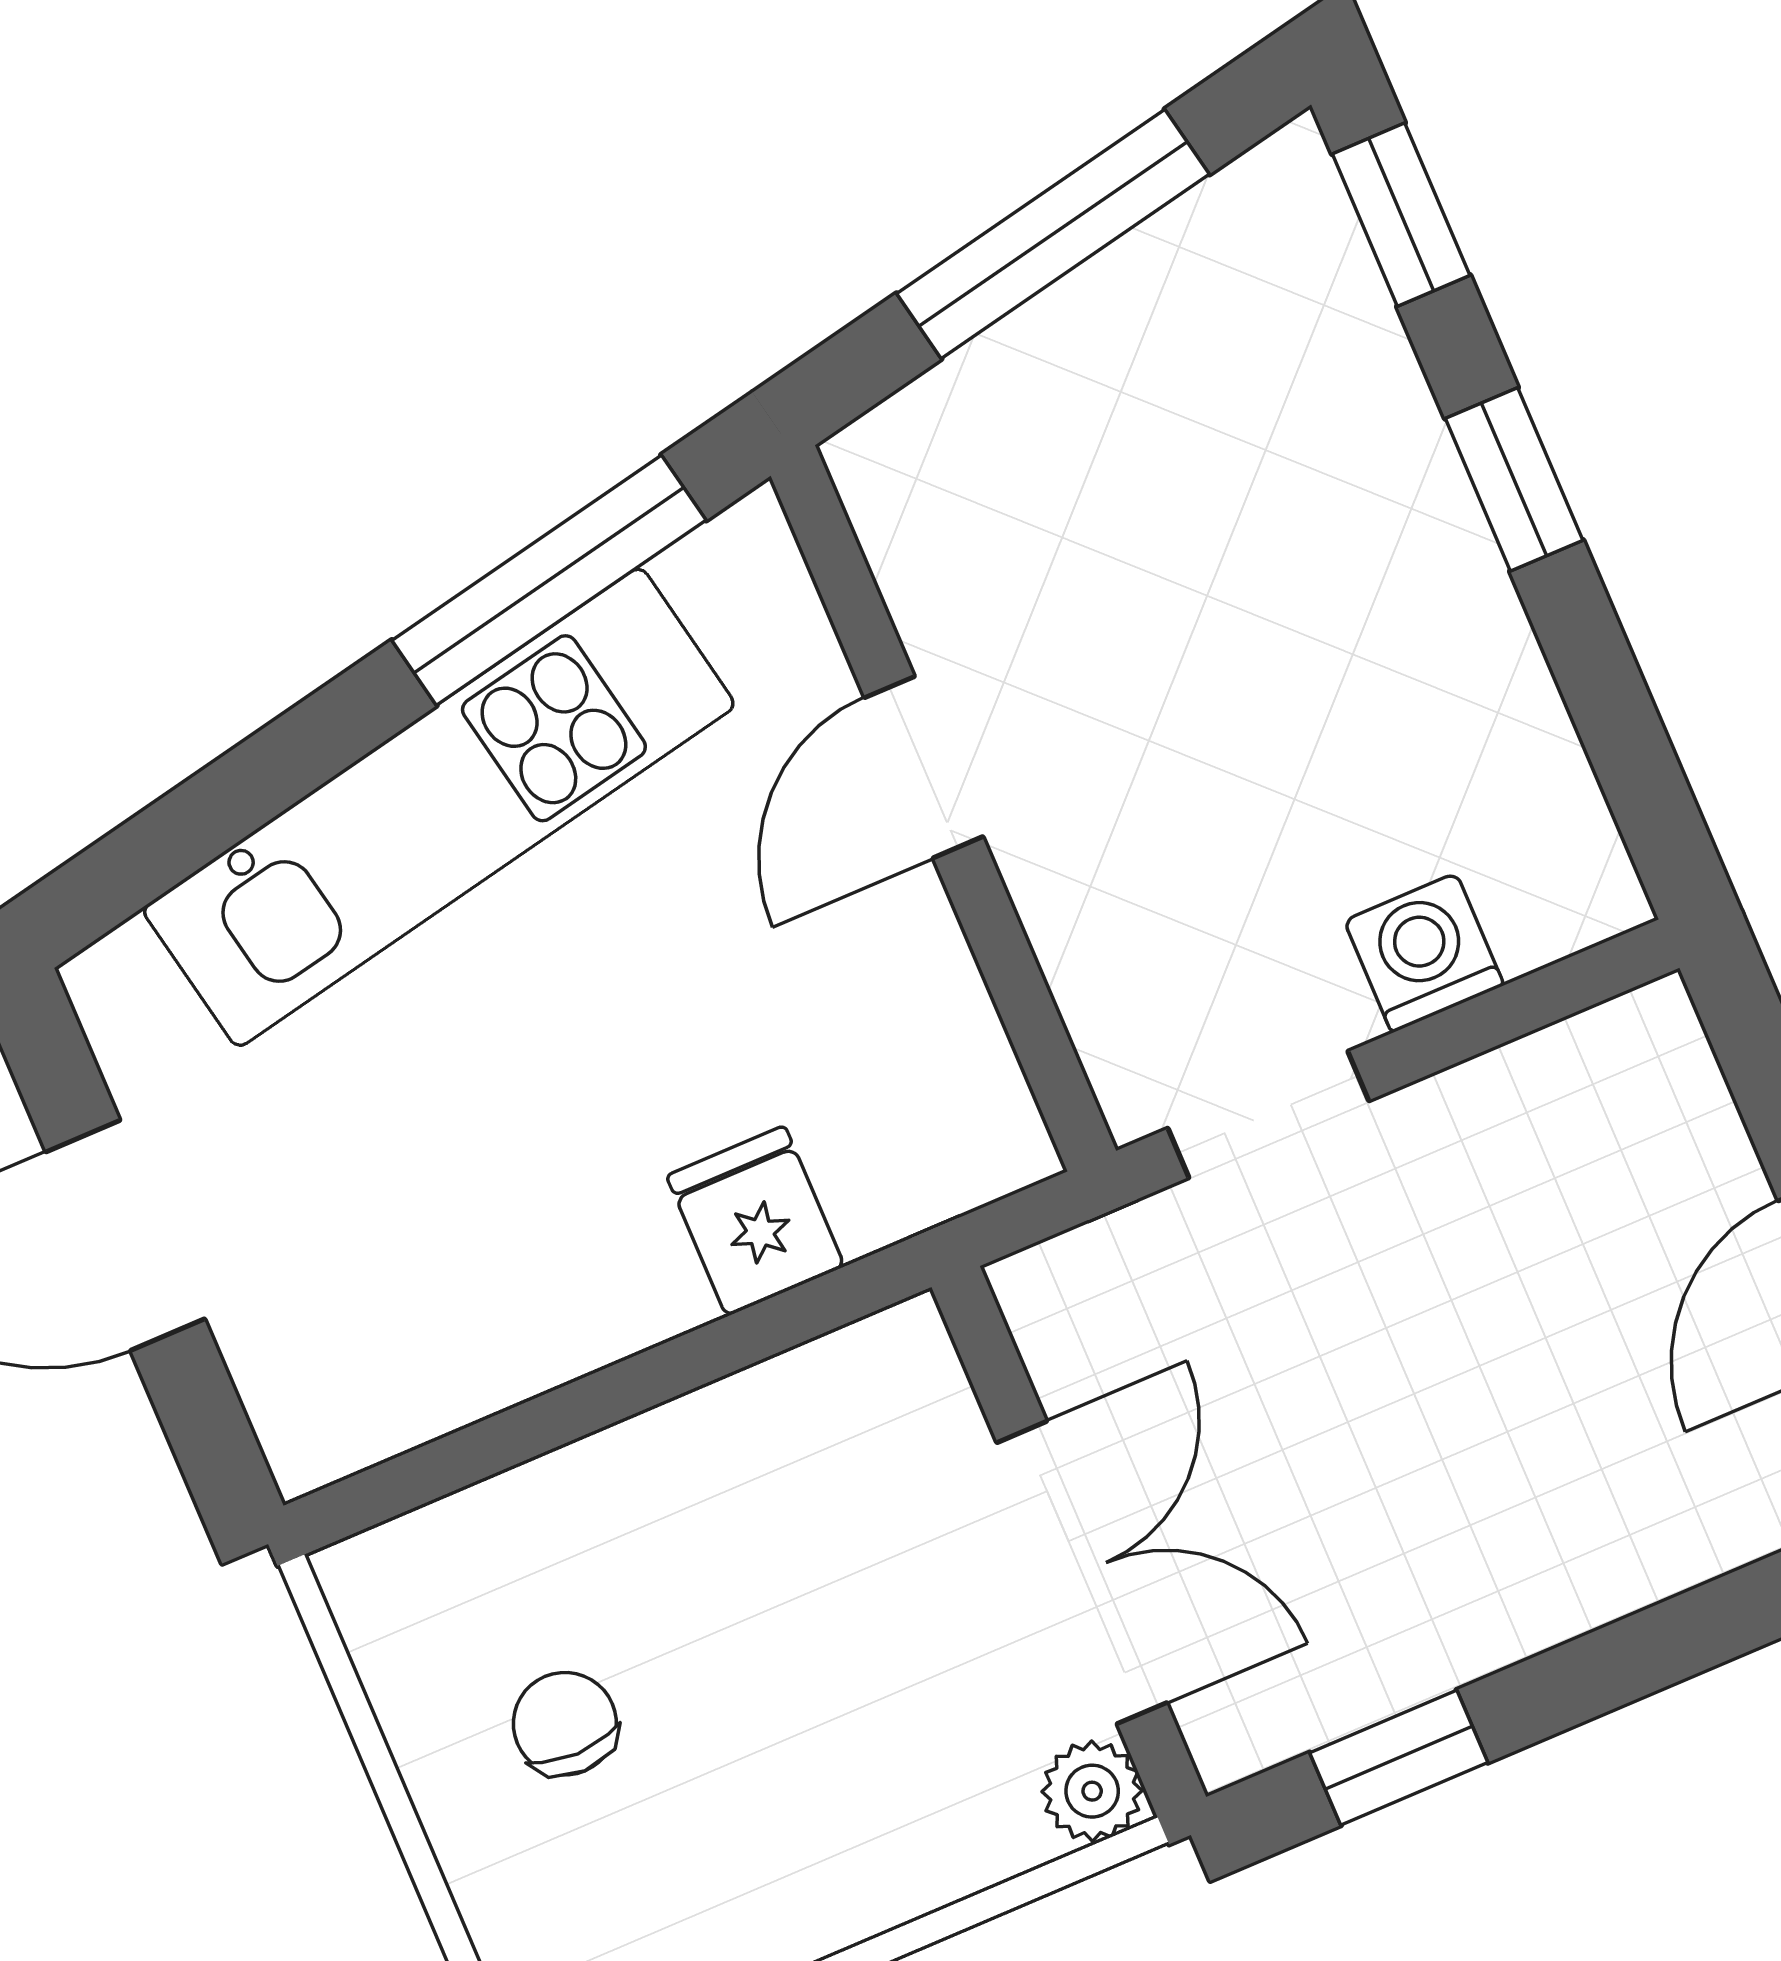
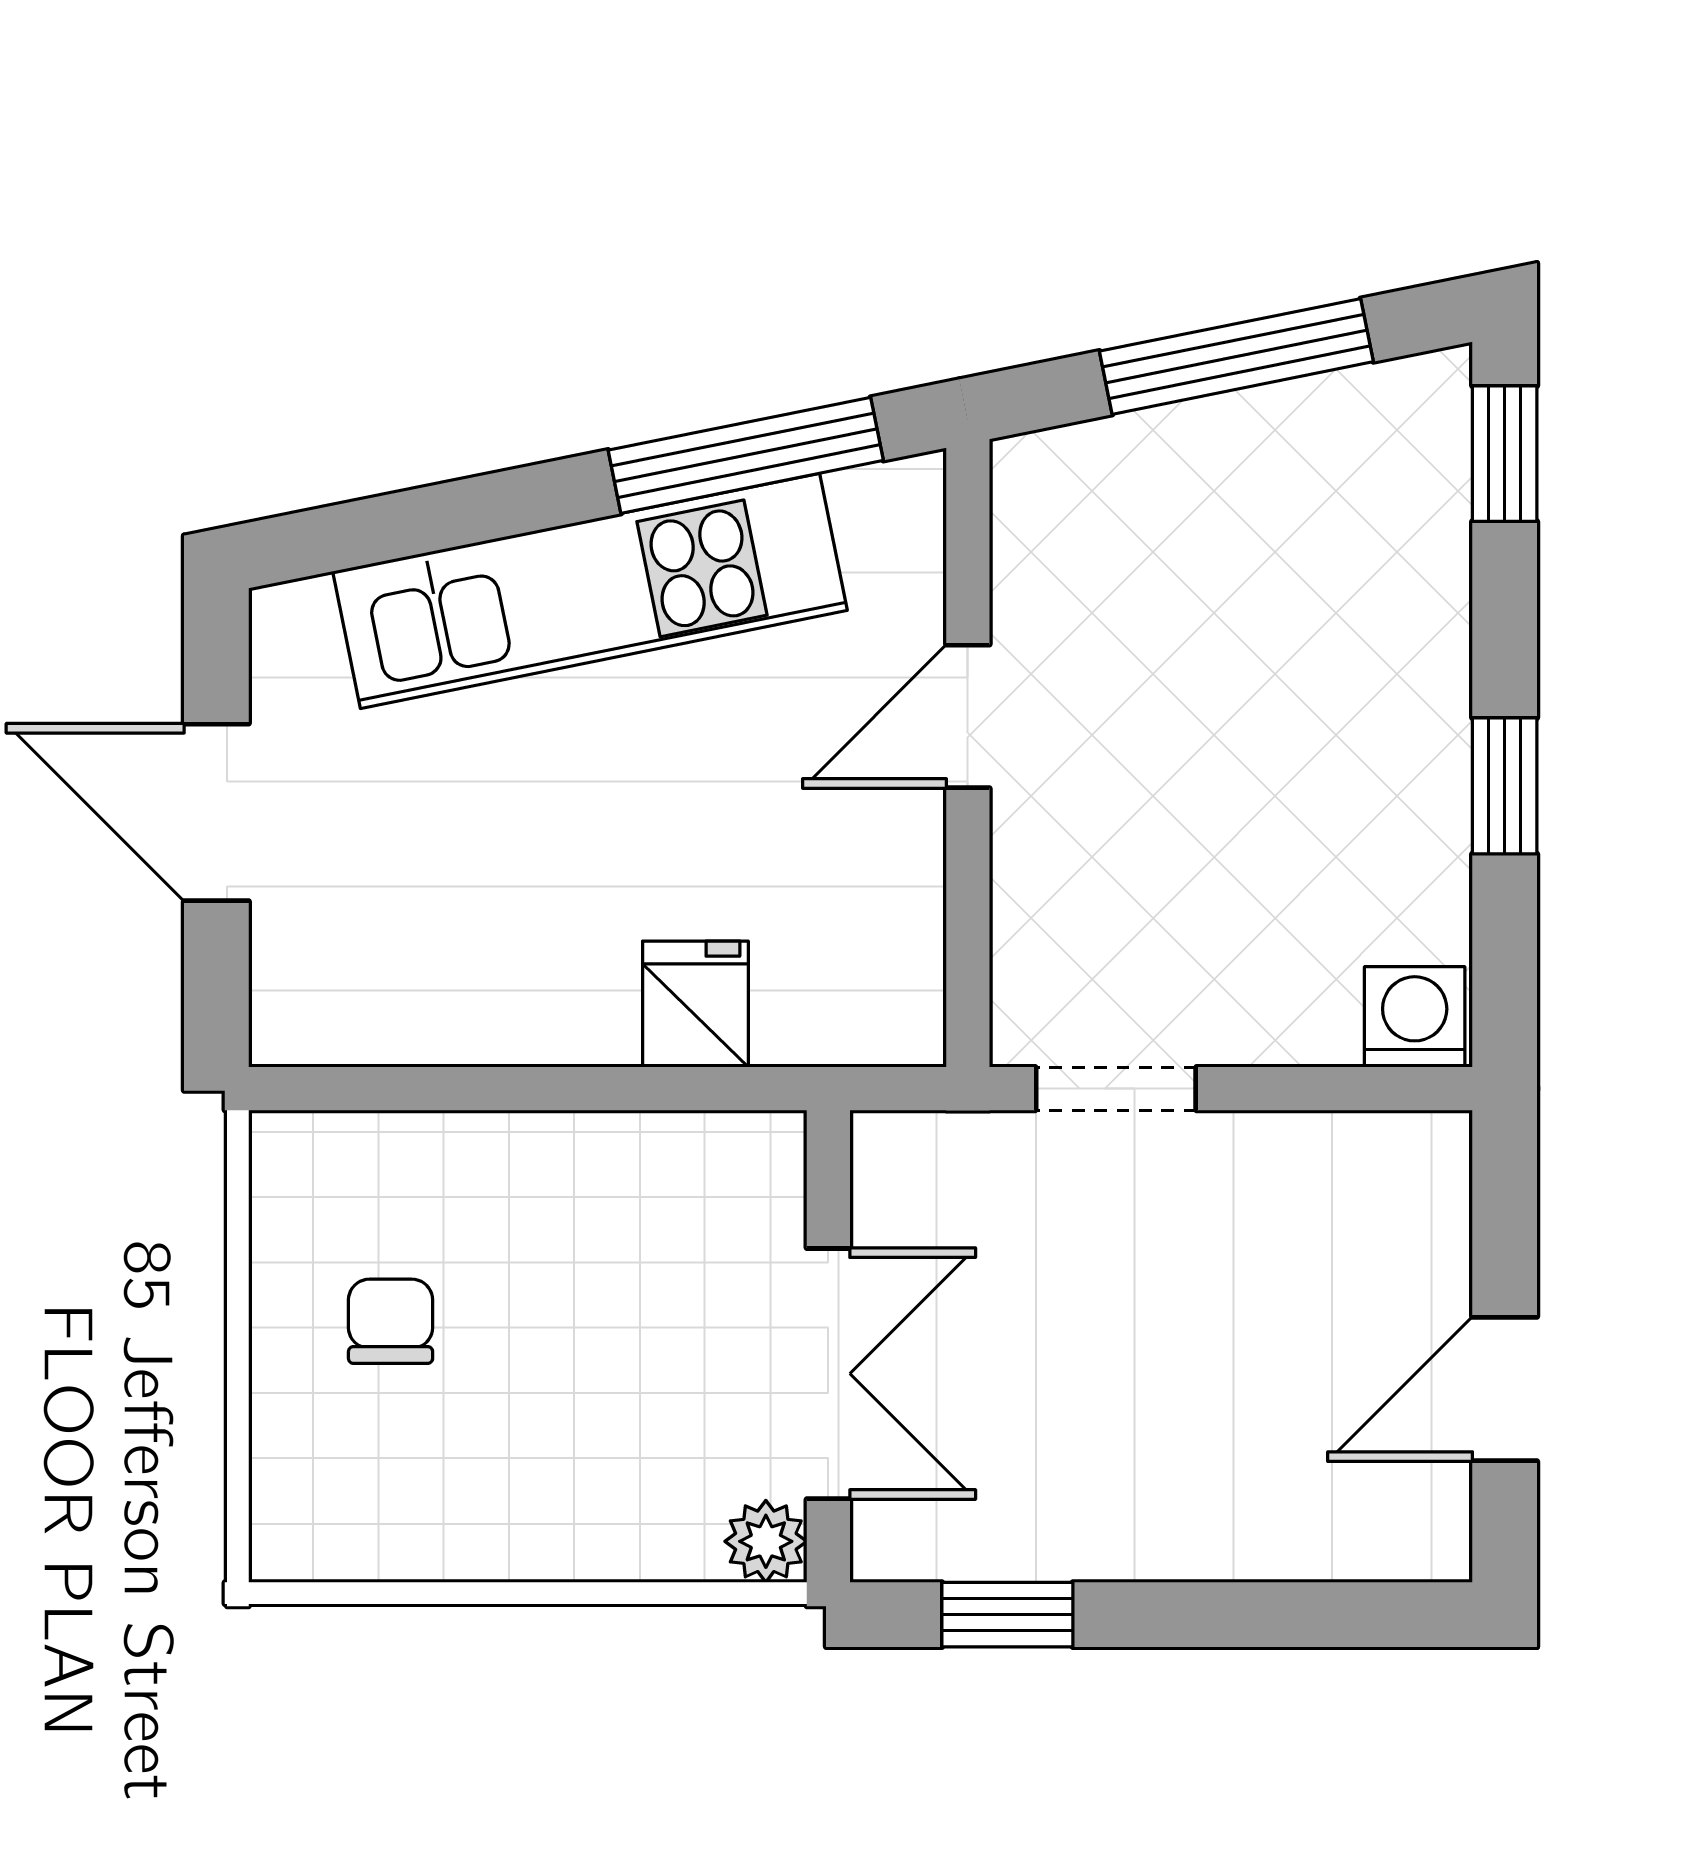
window: (1514, 479) -> (1505, 786), moved
washing machine: (1424, 953) -> (1415, 1017), moved

